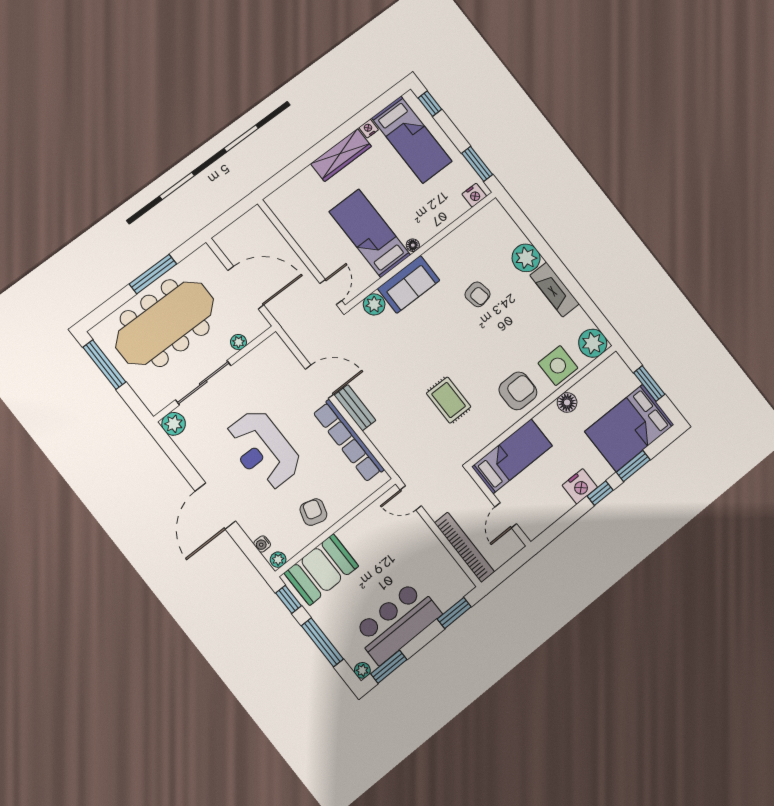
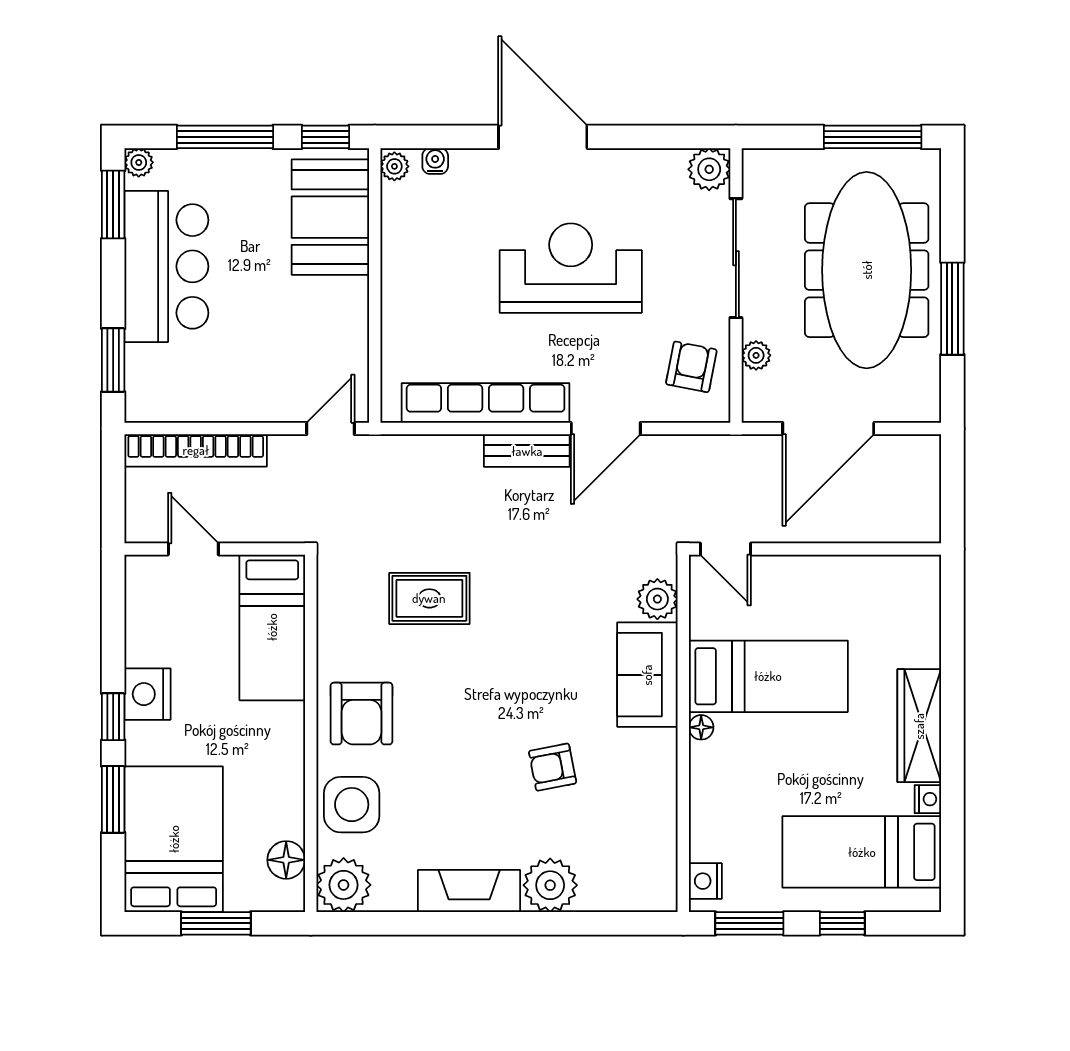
window: (430, 104) -> (842, 923), moved
floor lamp: (567, 402) -> (286, 860), moved
armchair: (313, 512) -> (691, 367), moved, turned -95

